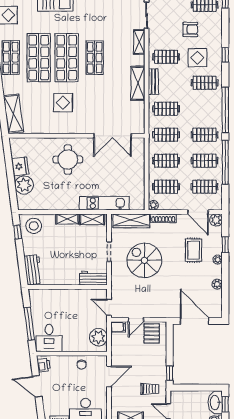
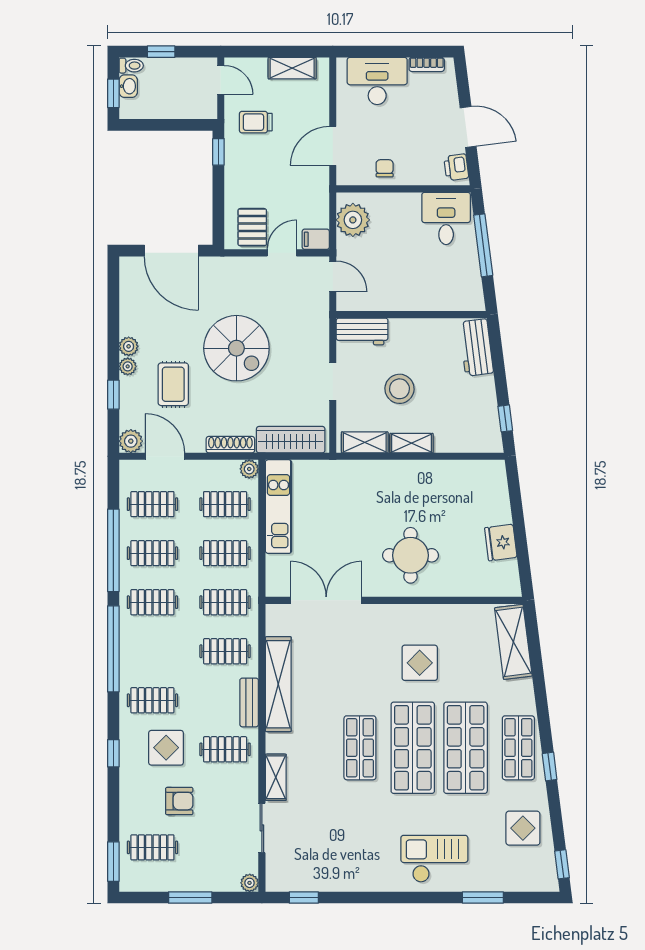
armchair: (190, 29) -> (179, 801), turned 180
shelving: (138, 83) -> (278, 684), width x1.47
plant: (24, 185) -> (493, 507), removed
kitchen unit: (104, 203) -> (279, 507), moved, turned -90
stool: (34, 226) -> (399, 389), moved
spiral stairs: (144, 260) -> (236, 348), moved
plant: (217, 284) -> (129, 346), moved
washbasin: (215, 403) -> (128, 86), width x0.52, depth x0.69

